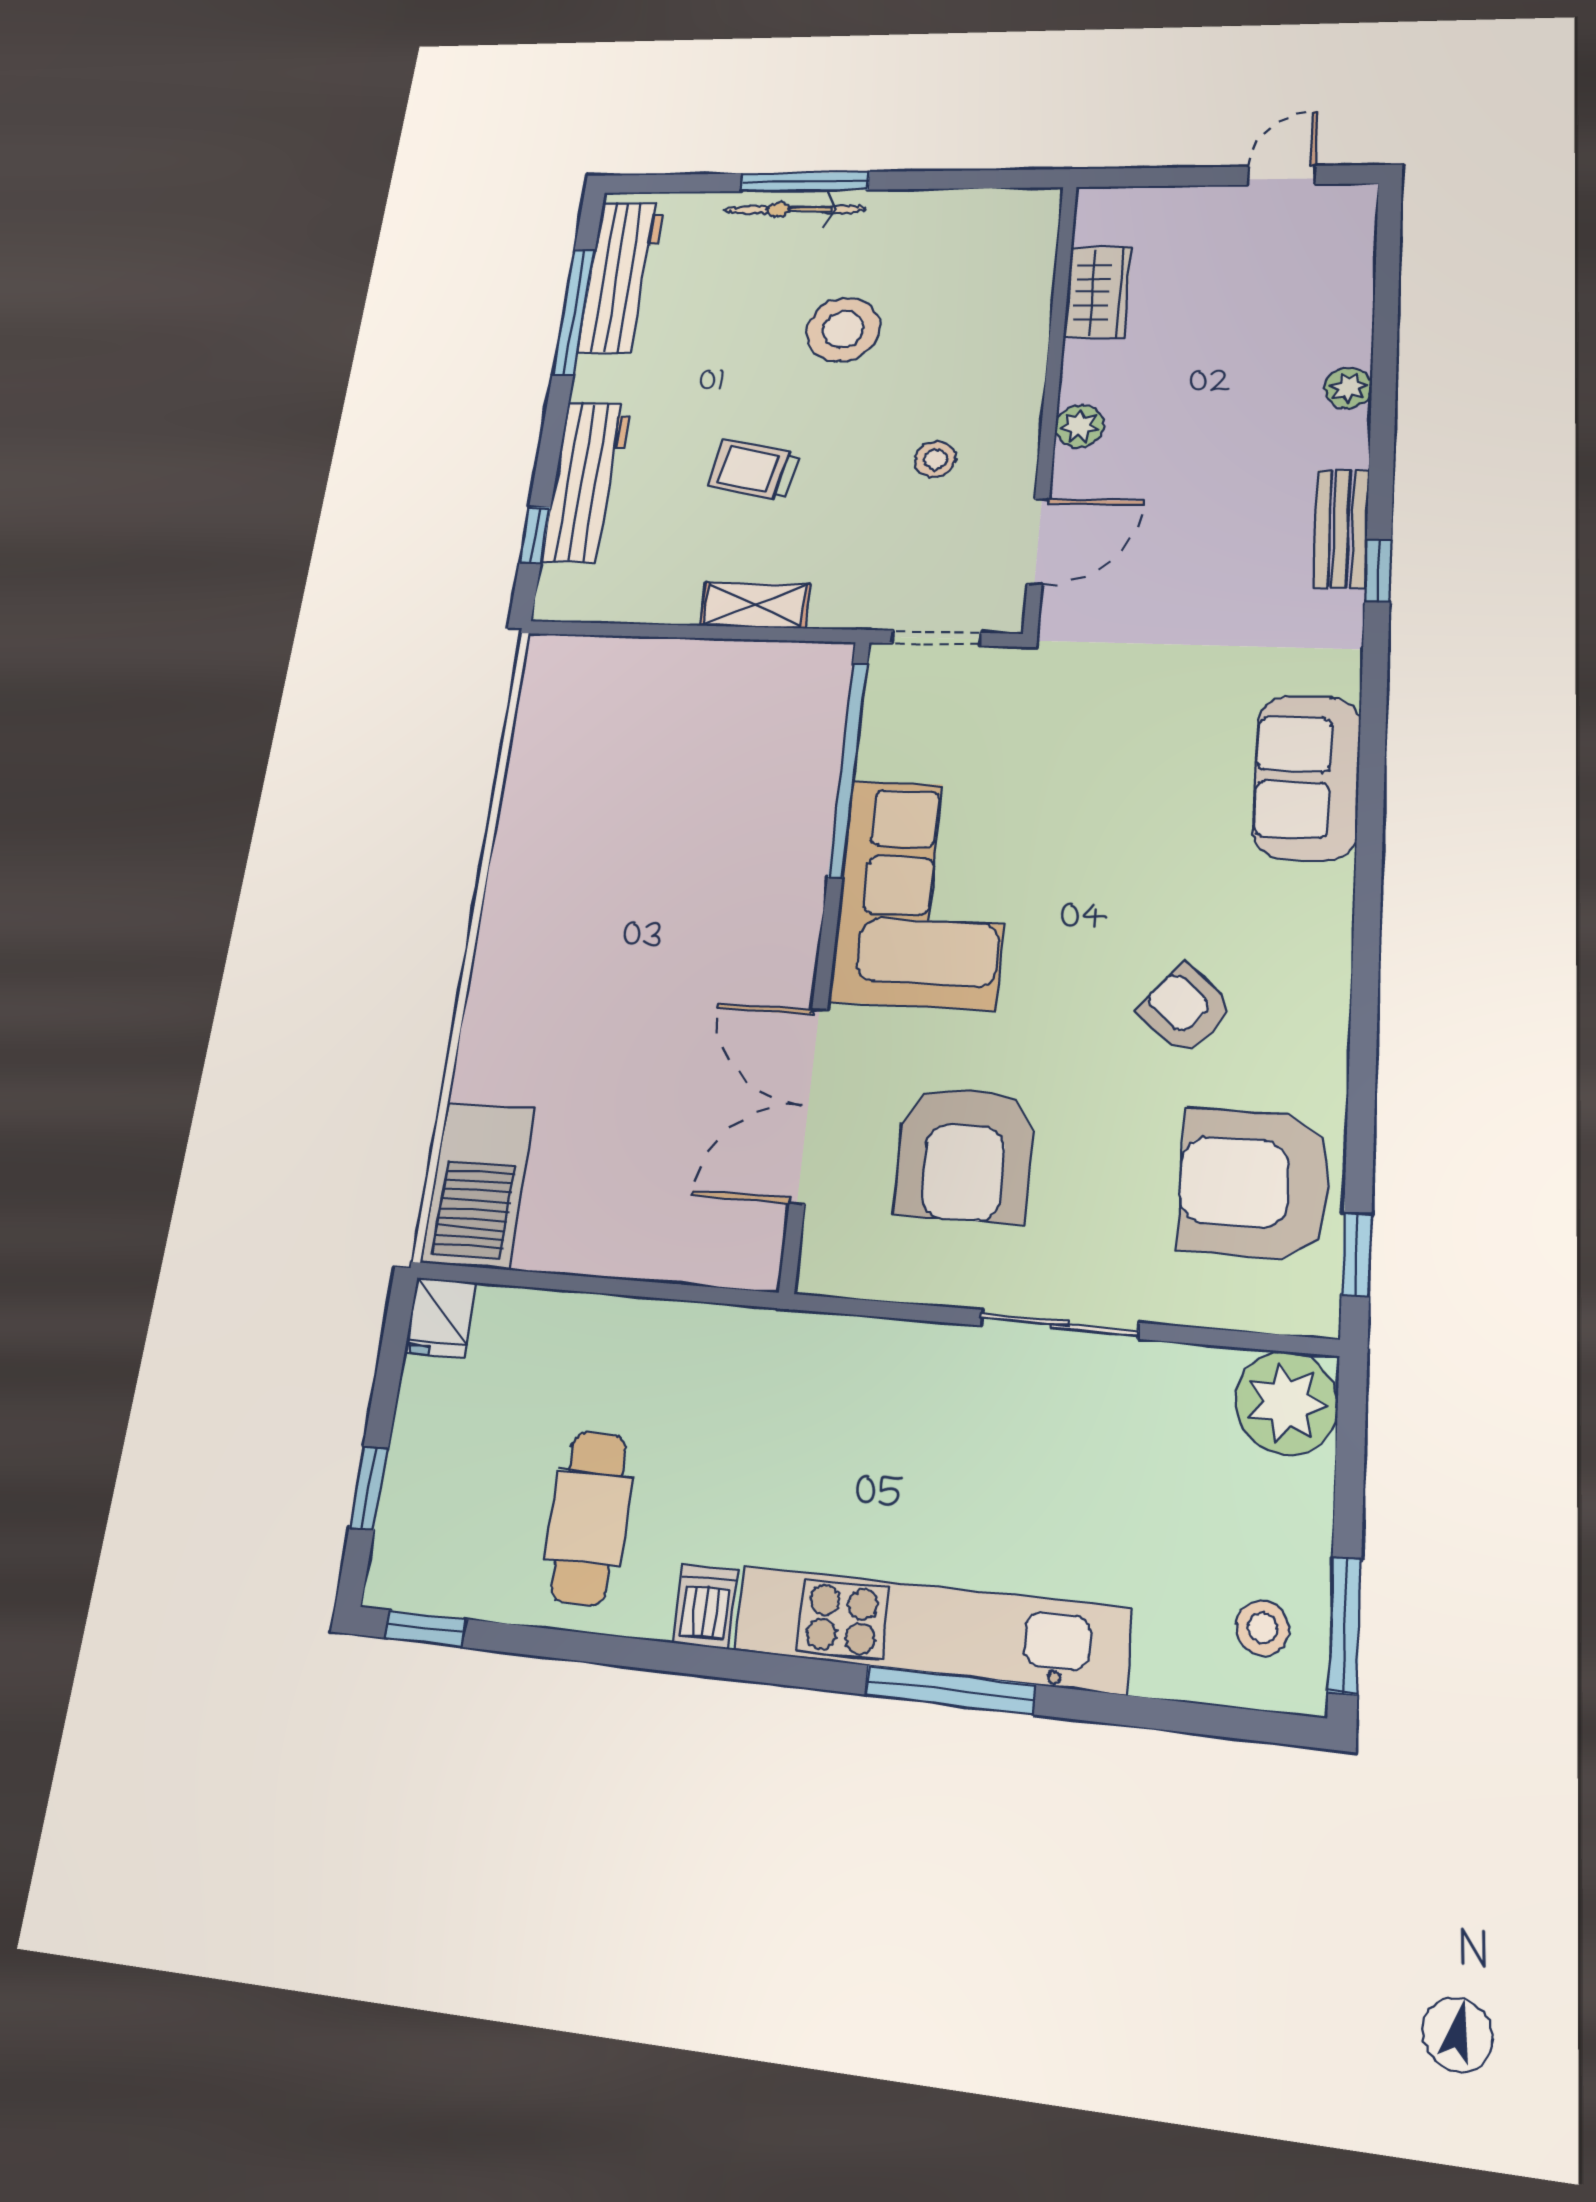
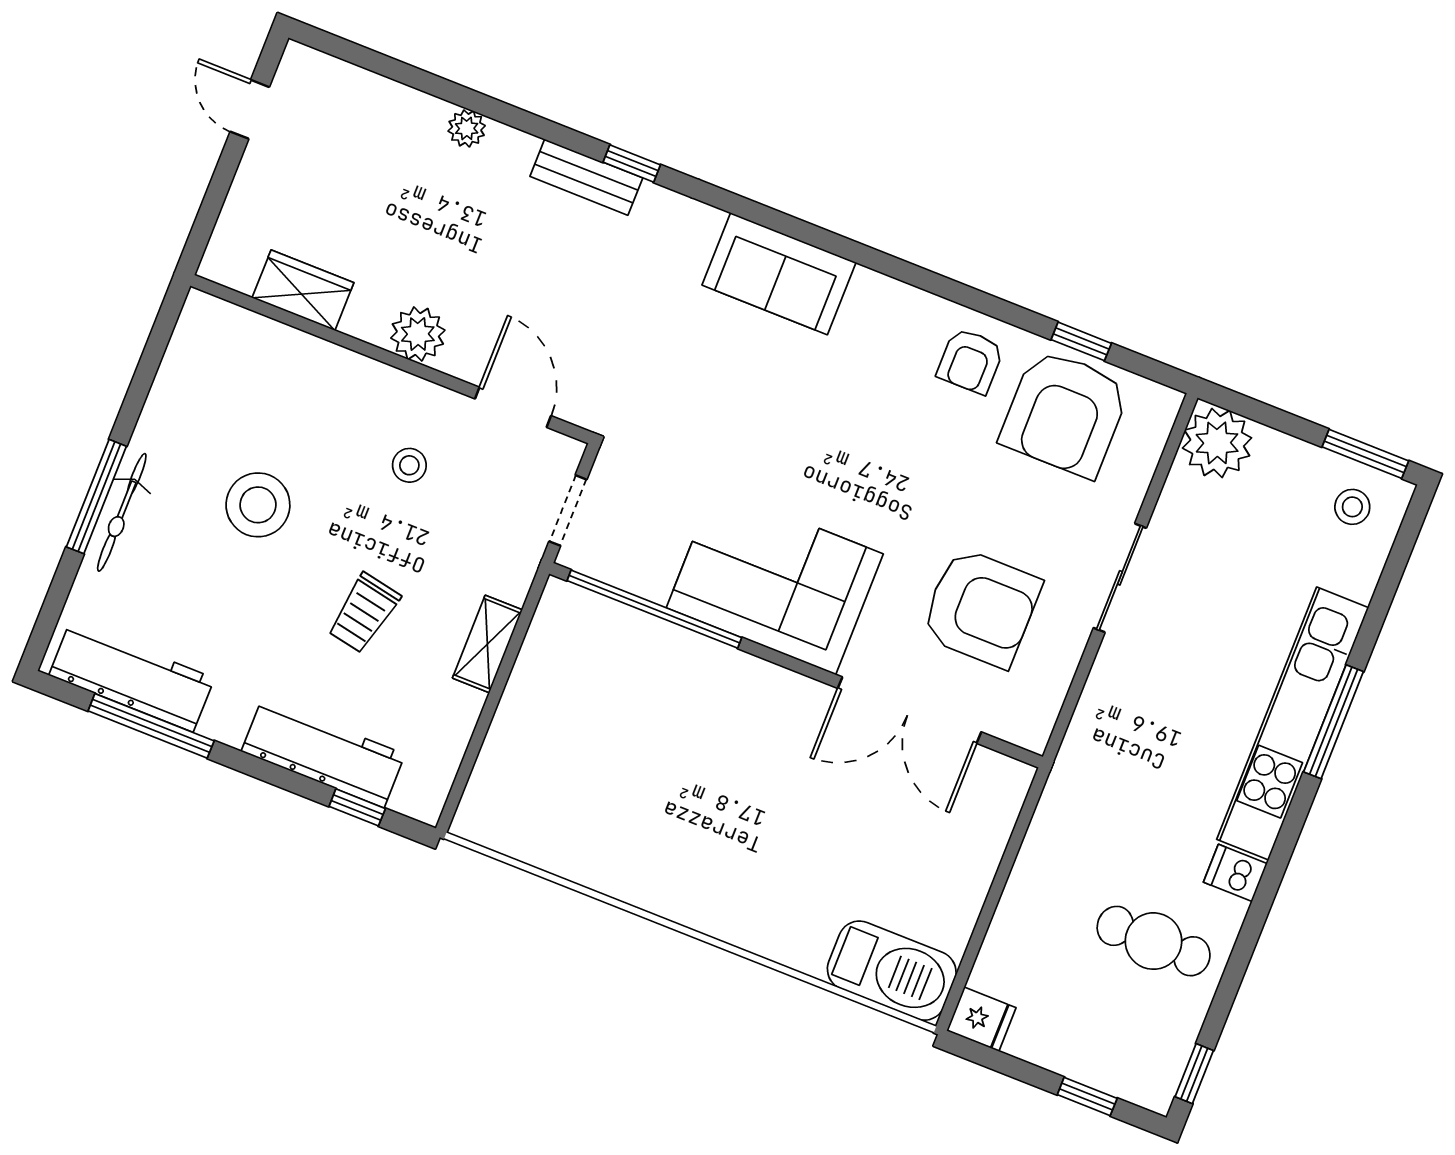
plant: (1079, 426) -> (418, 334), width x1.38, depth x1.38
armchair: (1186, 1009) -> (970, 361), moved, turned -40
window: (1357, 1255) -> (1081, 341), moved

